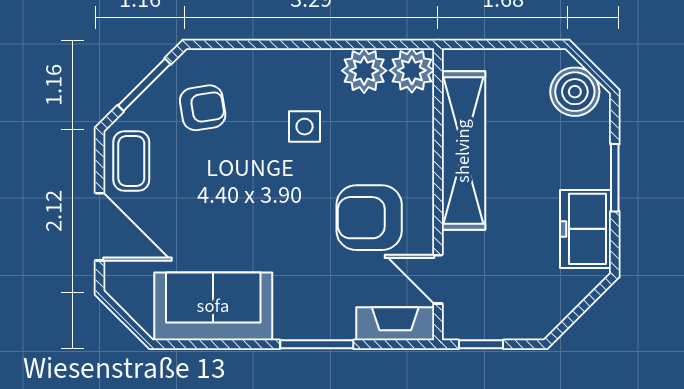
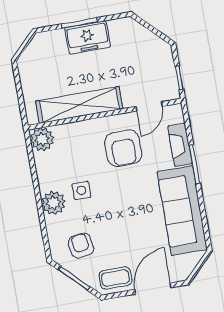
plant: (364, 71) -> (53, 203), moved
boiler: (575, 92) -> (38, 52), removed
freezer: (585, 229) -> (88, 37), moved
sofa: (213, 306) -> (182, 211), width x1.36
fireplace: (395, 324) -> (180, 145), moved

